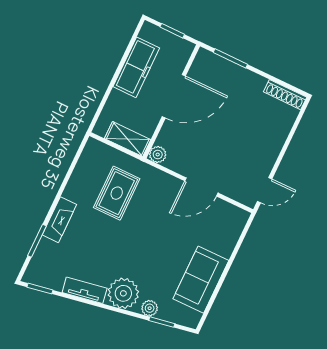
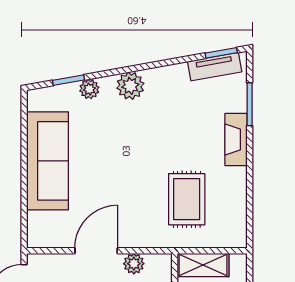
plant: (158, 154) -> (134, 264), moved
sofa: (201, 280) -> (48, 161), width x1.36
tv unit: (85, 290) -> (215, 67), moved
plant: (123, 293) -> (130, 86), width x0.73, depth x0.73

